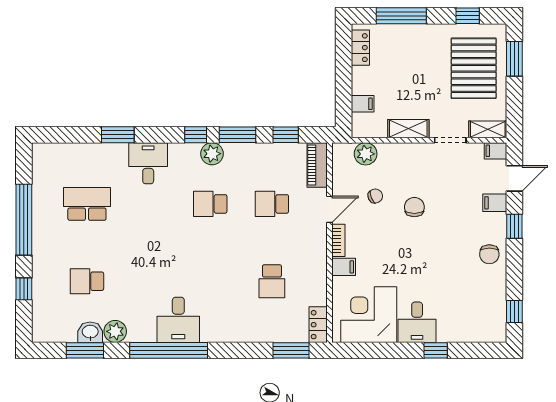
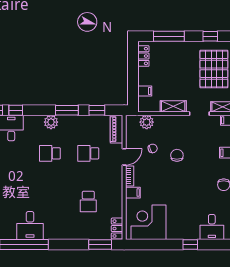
window: (196, 135) -> (16, 110), moved
desk: (417, 322) -> (212, 227), moved

